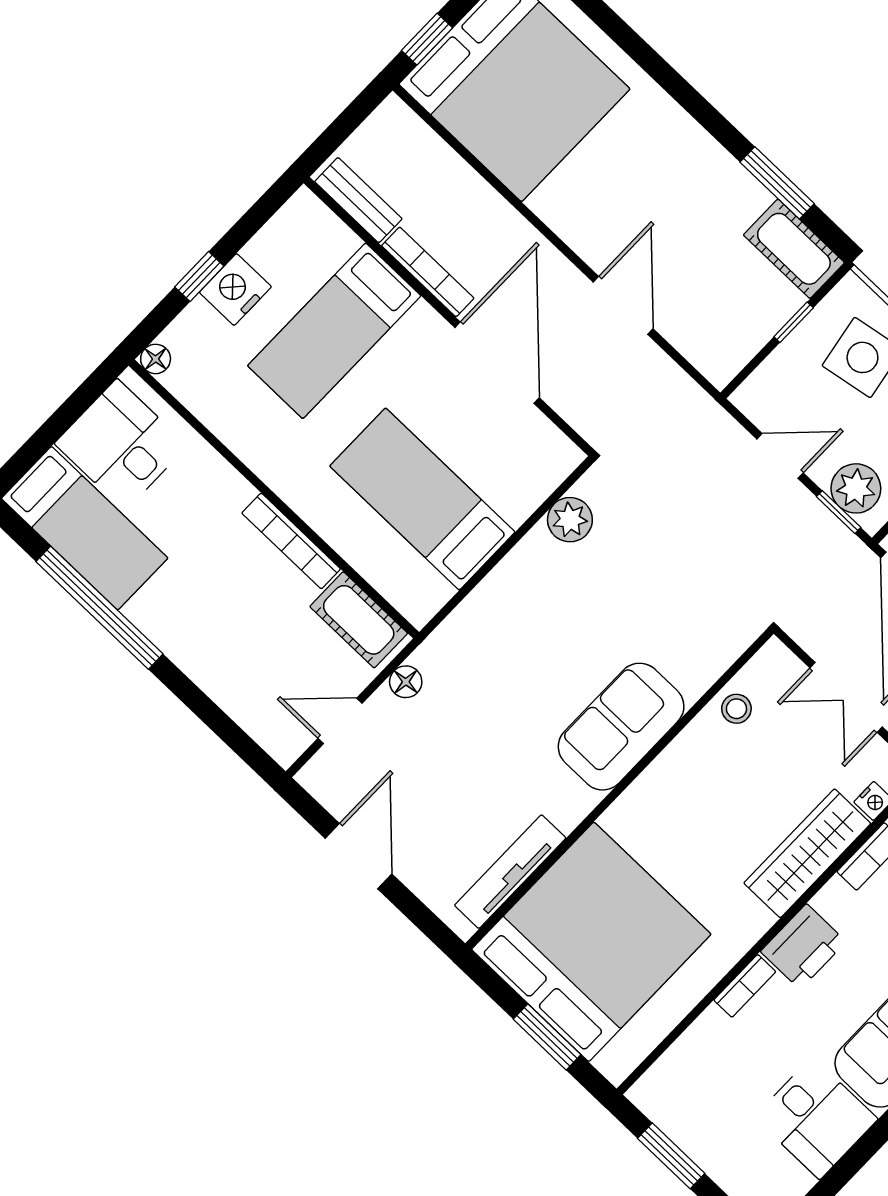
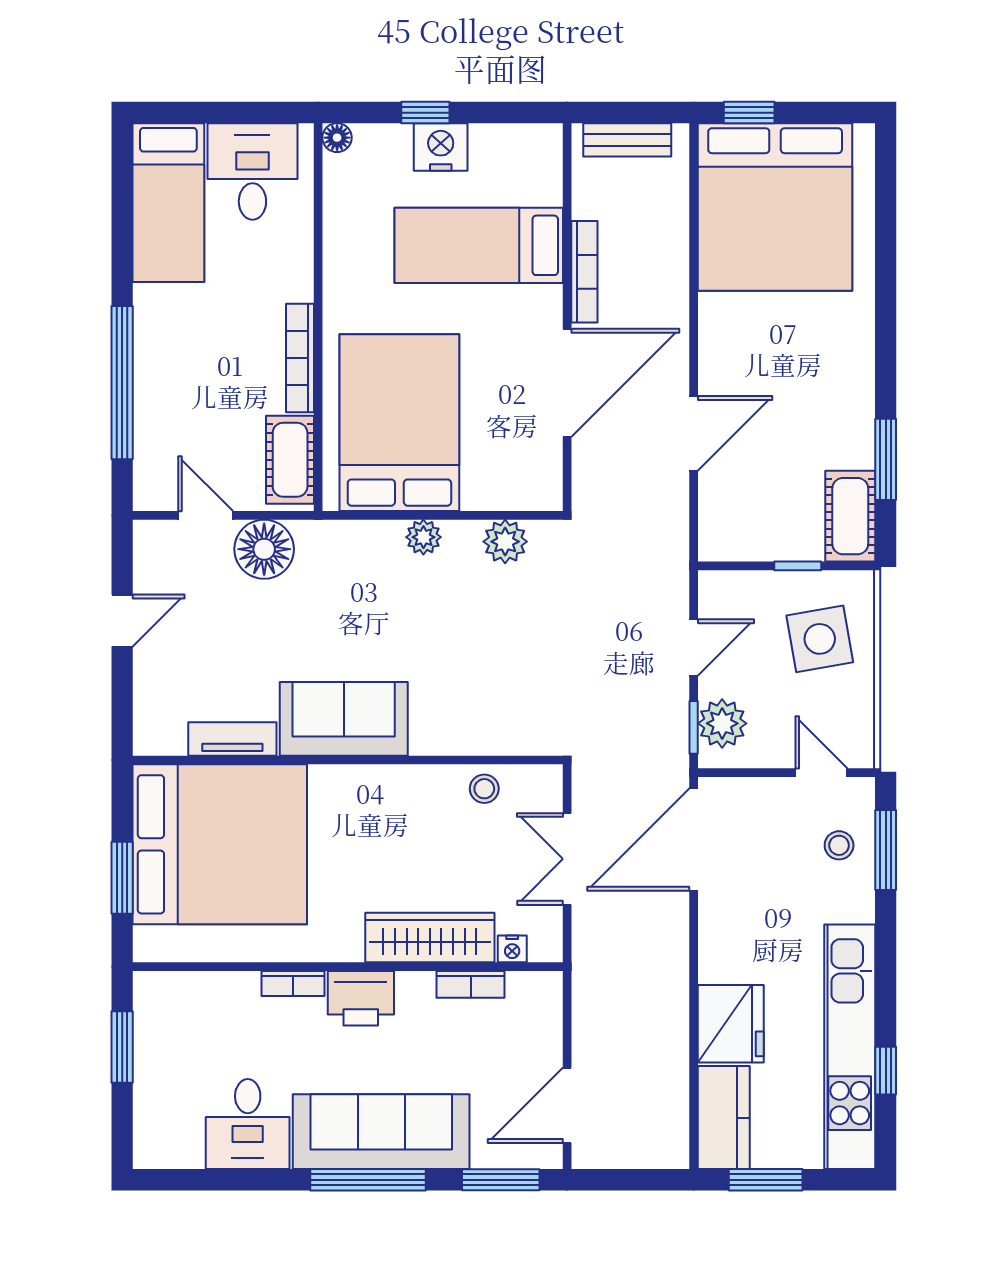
bench: (358, 200) -> (627, 140), moved, turned 90
door: (780, 456) -> (694, 647), hinge flipped
bed: (422, 499) -> (399, 423), width x1.50
plant: (509, 576) -> (423, 537), added
window: (100, 608) -> (122, 383), moved
floor lamp: (406, 682) -> (264, 549), width x1.89, depth x1.89
sofa: (621, 727) -> (344, 719), moved
door: (359, 856) -> (122, 621), width x0.73
tv unit: (510, 872) -> (232, 739), width x0.71

